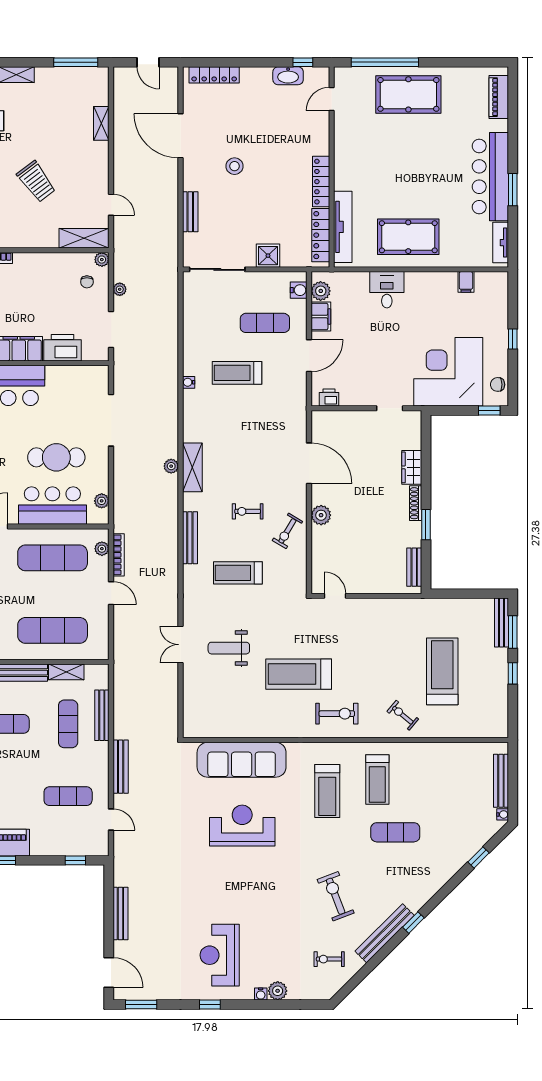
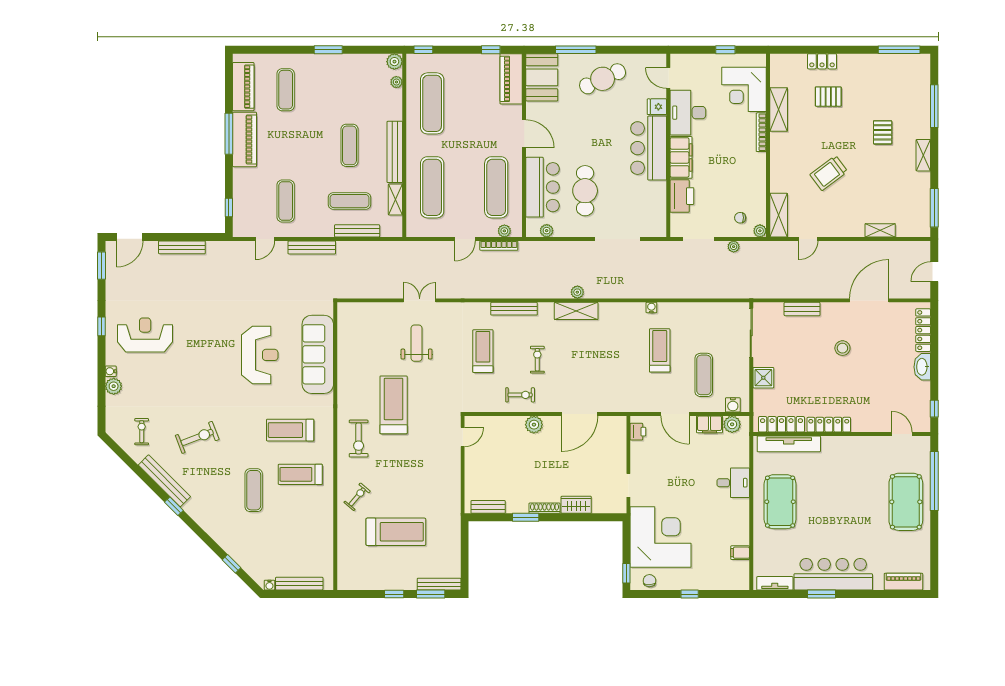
washbasin: (288, 76) -> (922, 367), moved
exercise bike: (287, 531) -> (520, 395), turned 149

